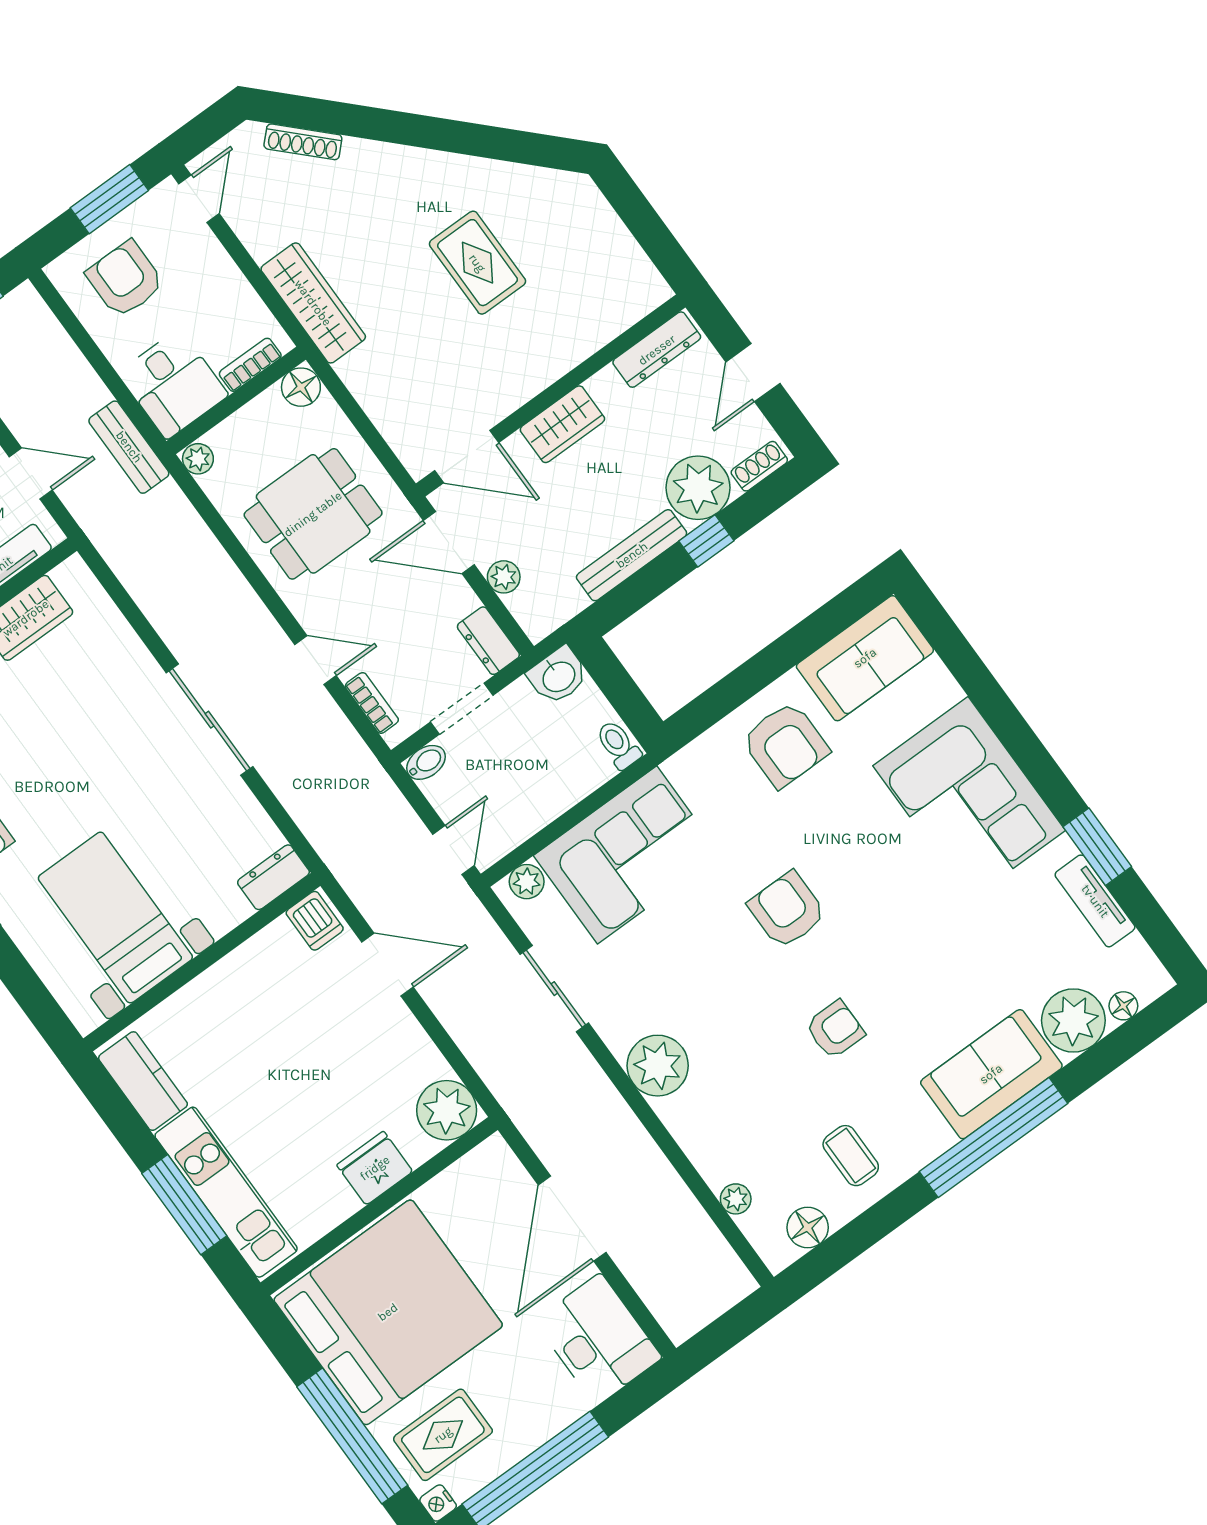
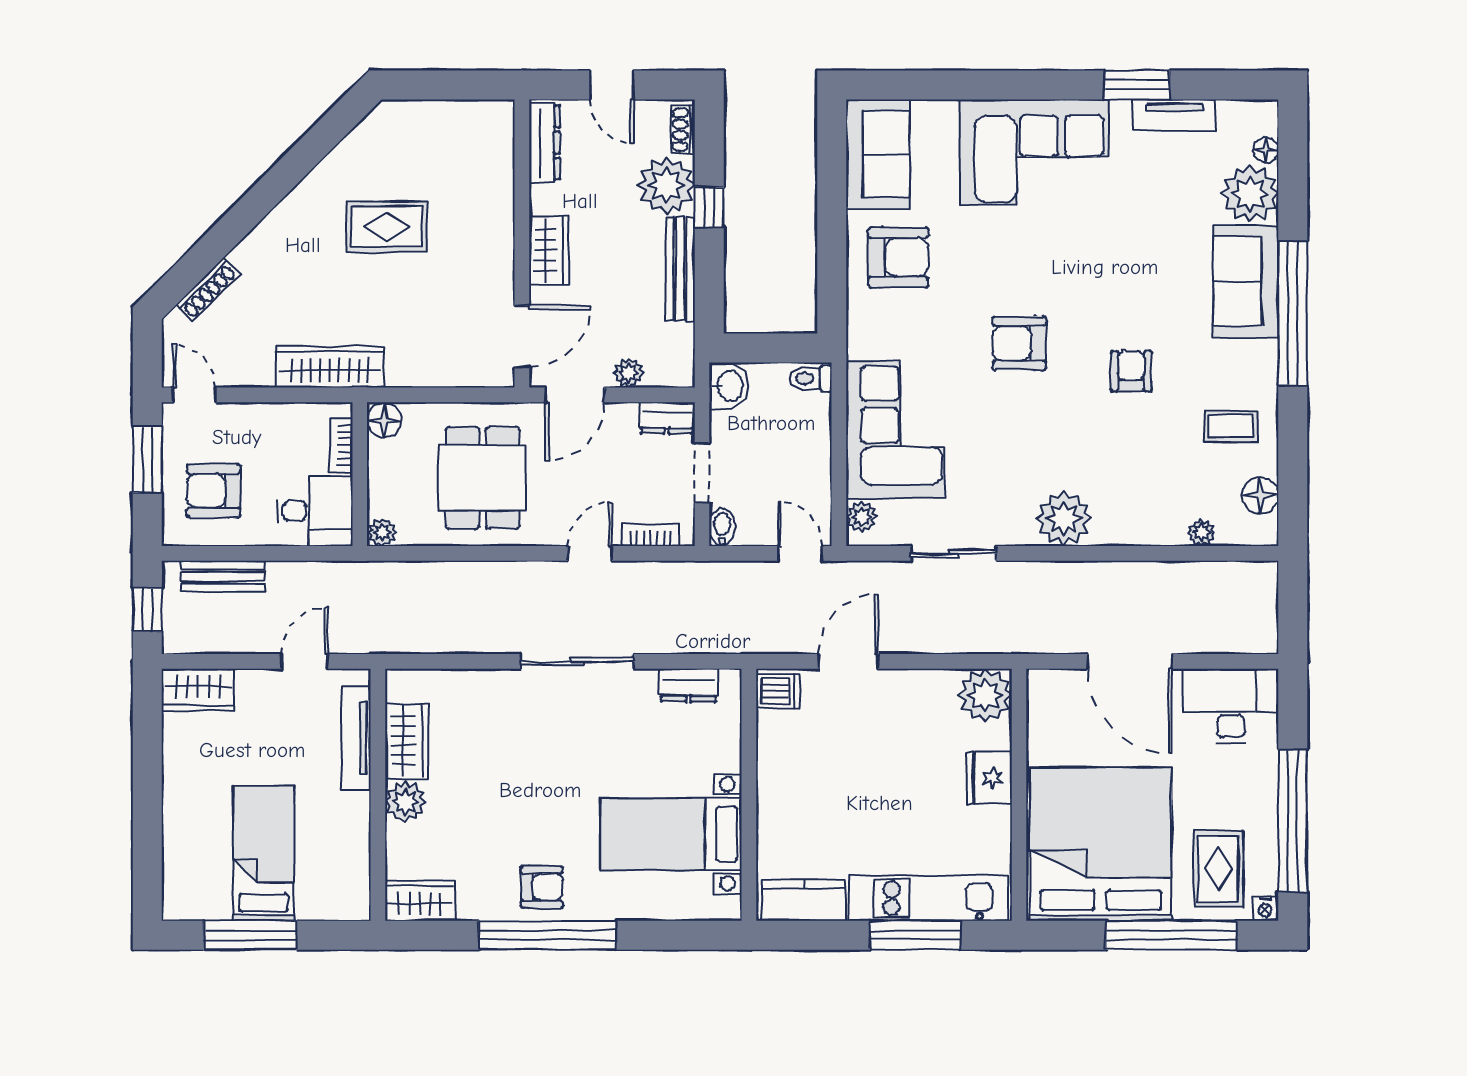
bench: (129, 447) -> (223, 576), moved
dresser: (273, 877) -> (688, 685), moved, turned -90

